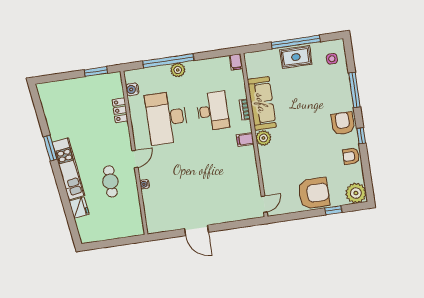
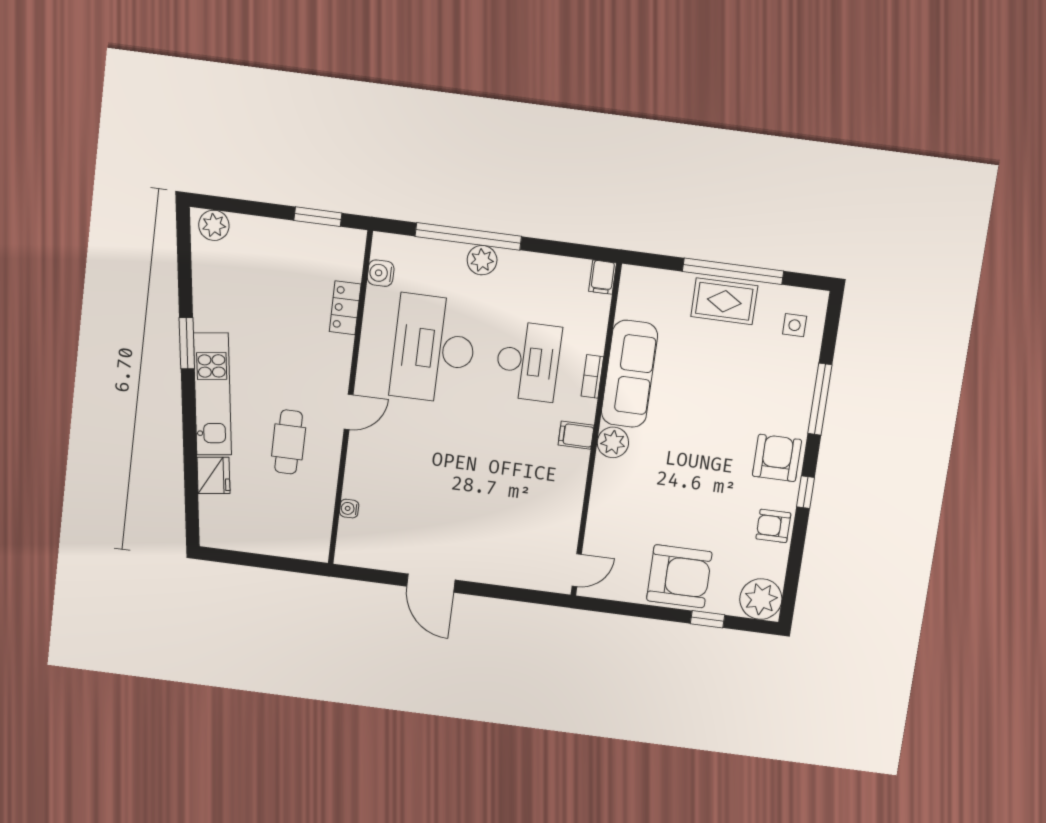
plant: (49, 89) -> (214, 225), added
water cooler: (145, 184) -> (349, 509), moved

